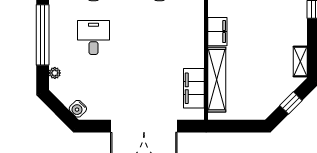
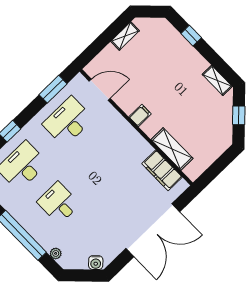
filing cabinet: (217, 32) -> (140, 115), width x0.50
shelving: (217, 80) -> (172, 149), width x0.68

